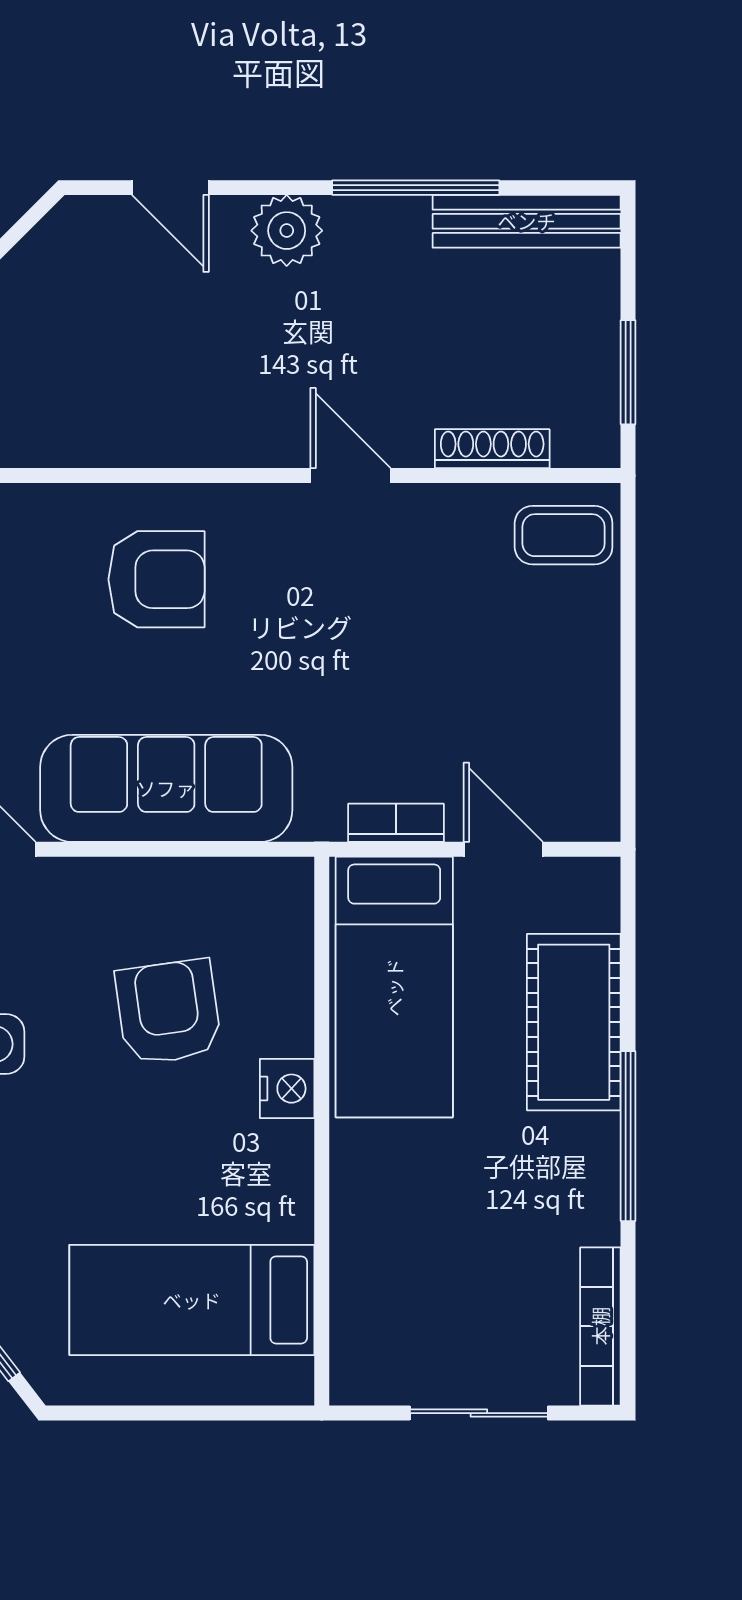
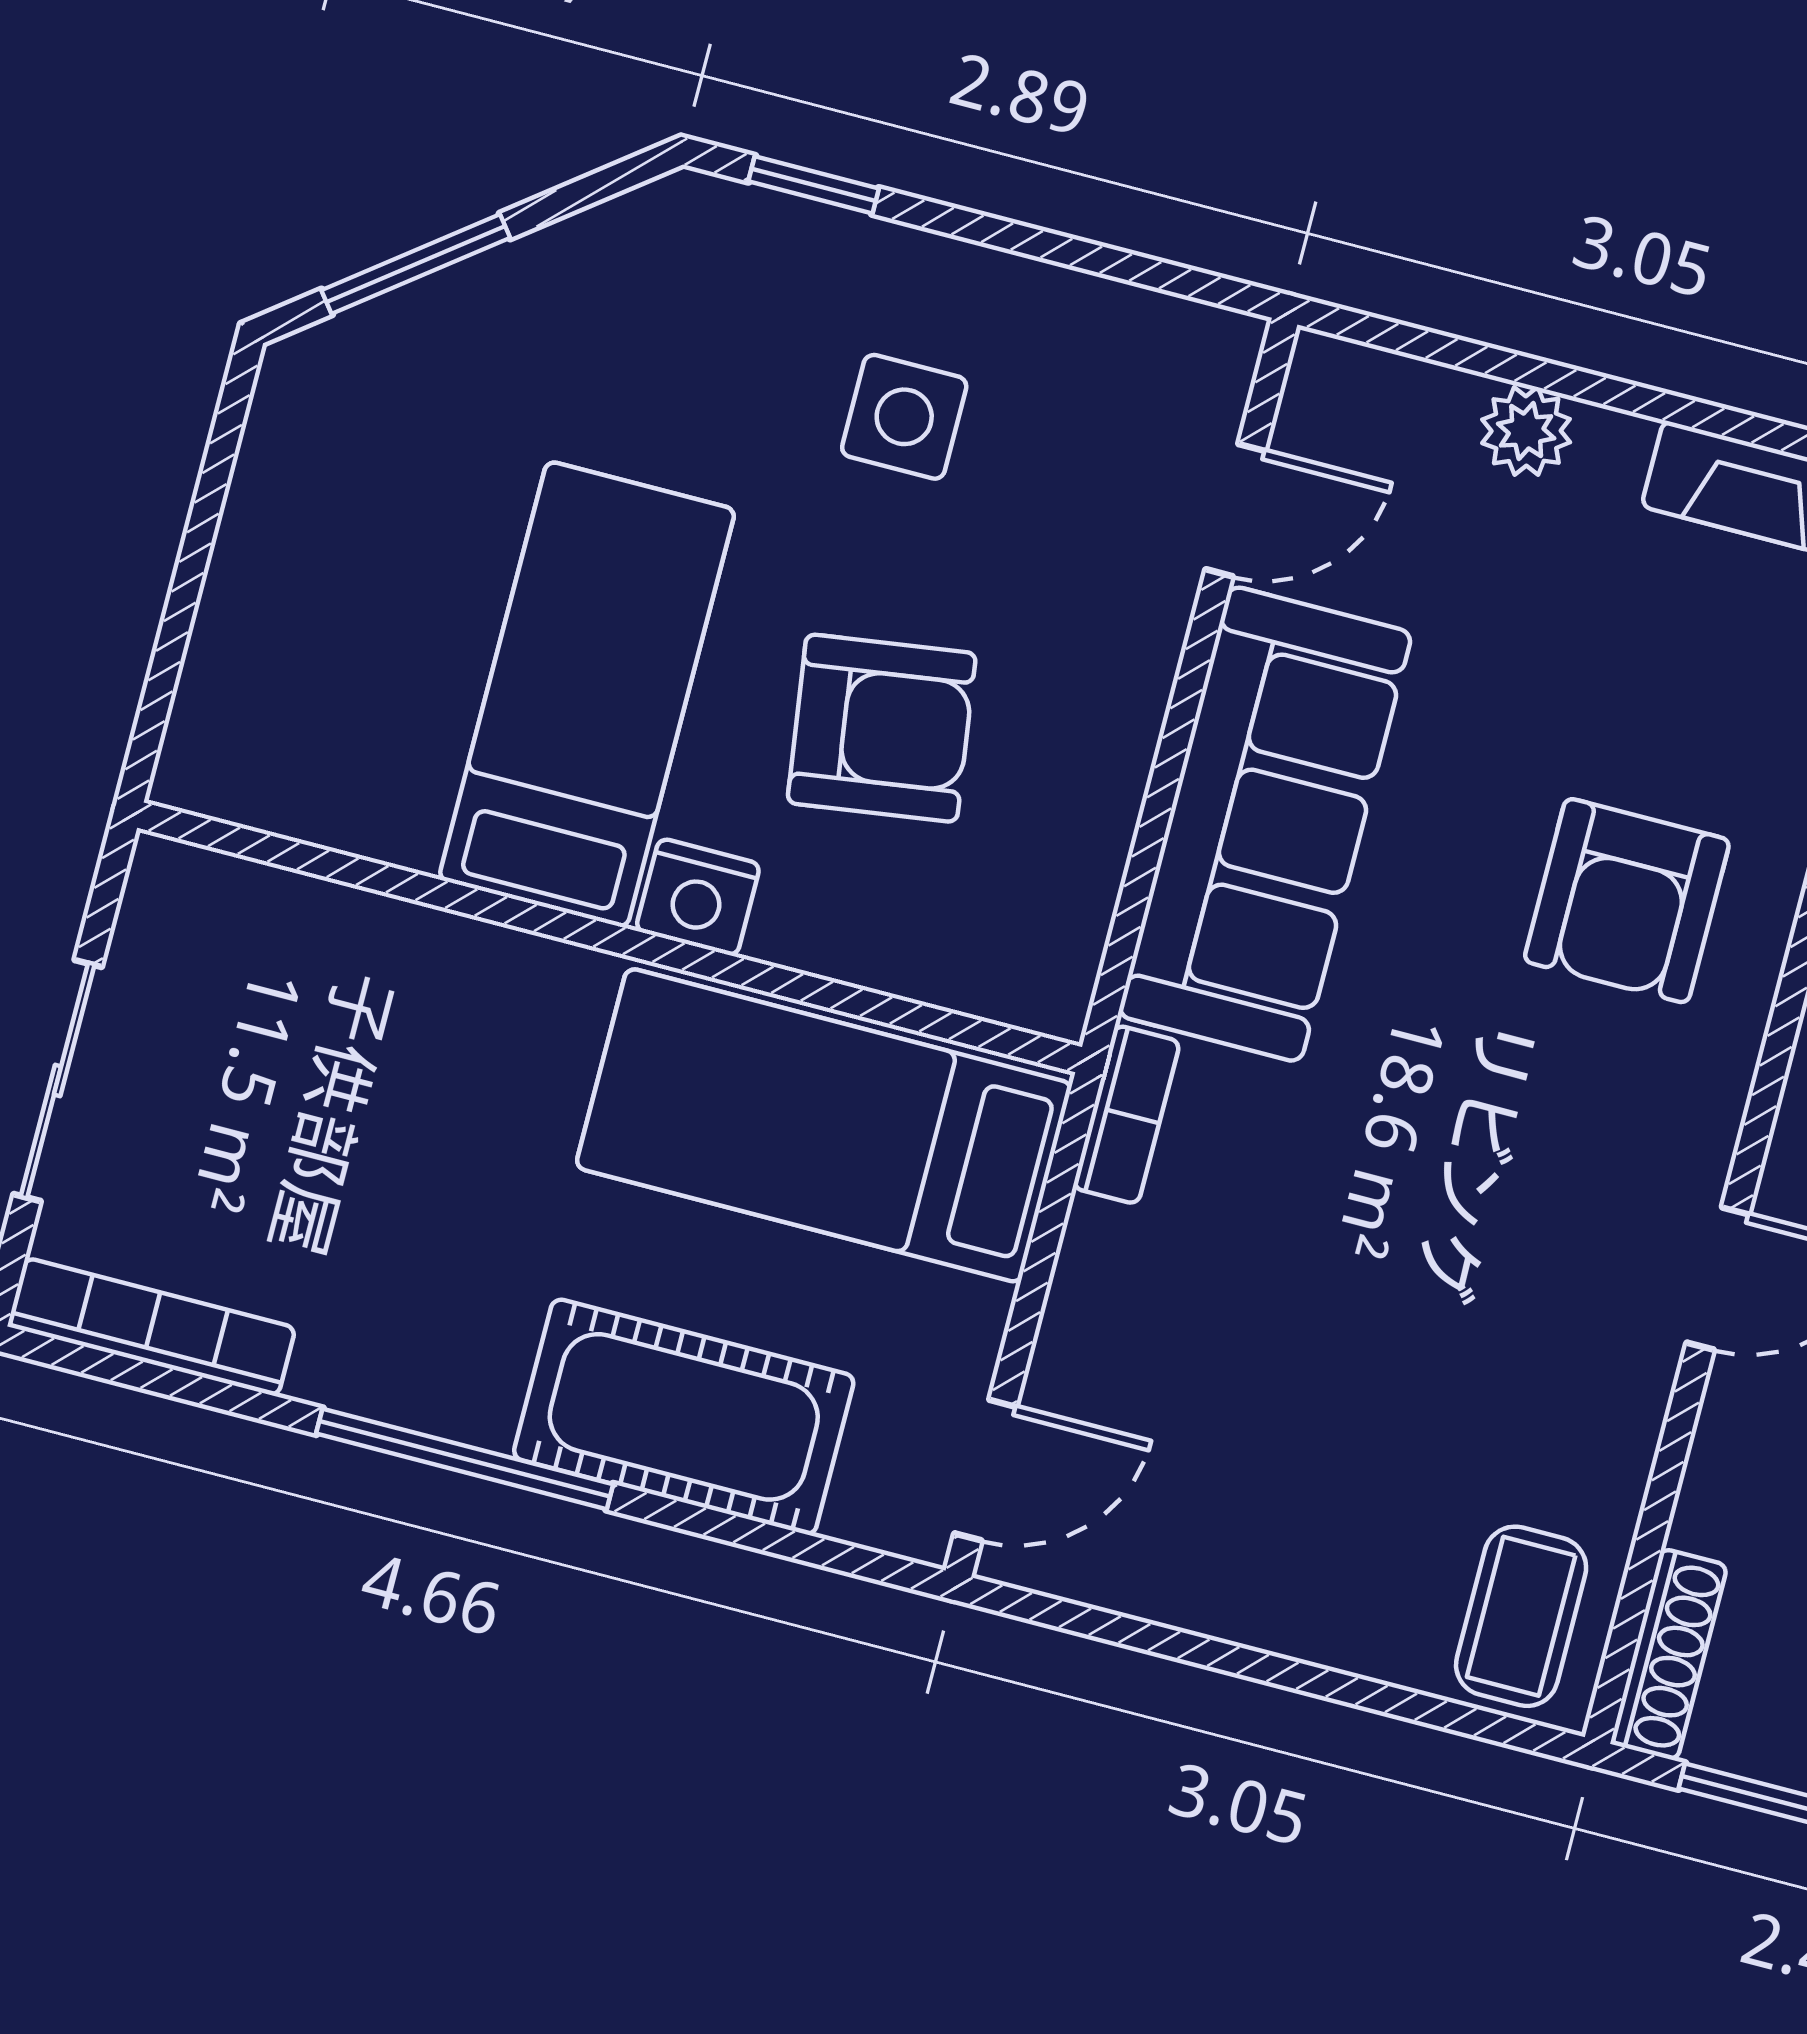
shoe rack: (492, 449) -> (1669, 1654), moved
bookcase: (396, 823) -> (1126, 1115), moved
door: (503, 849) -> (985, 1470), moved
bed: (192, 1300) -> (587, 694), moved

